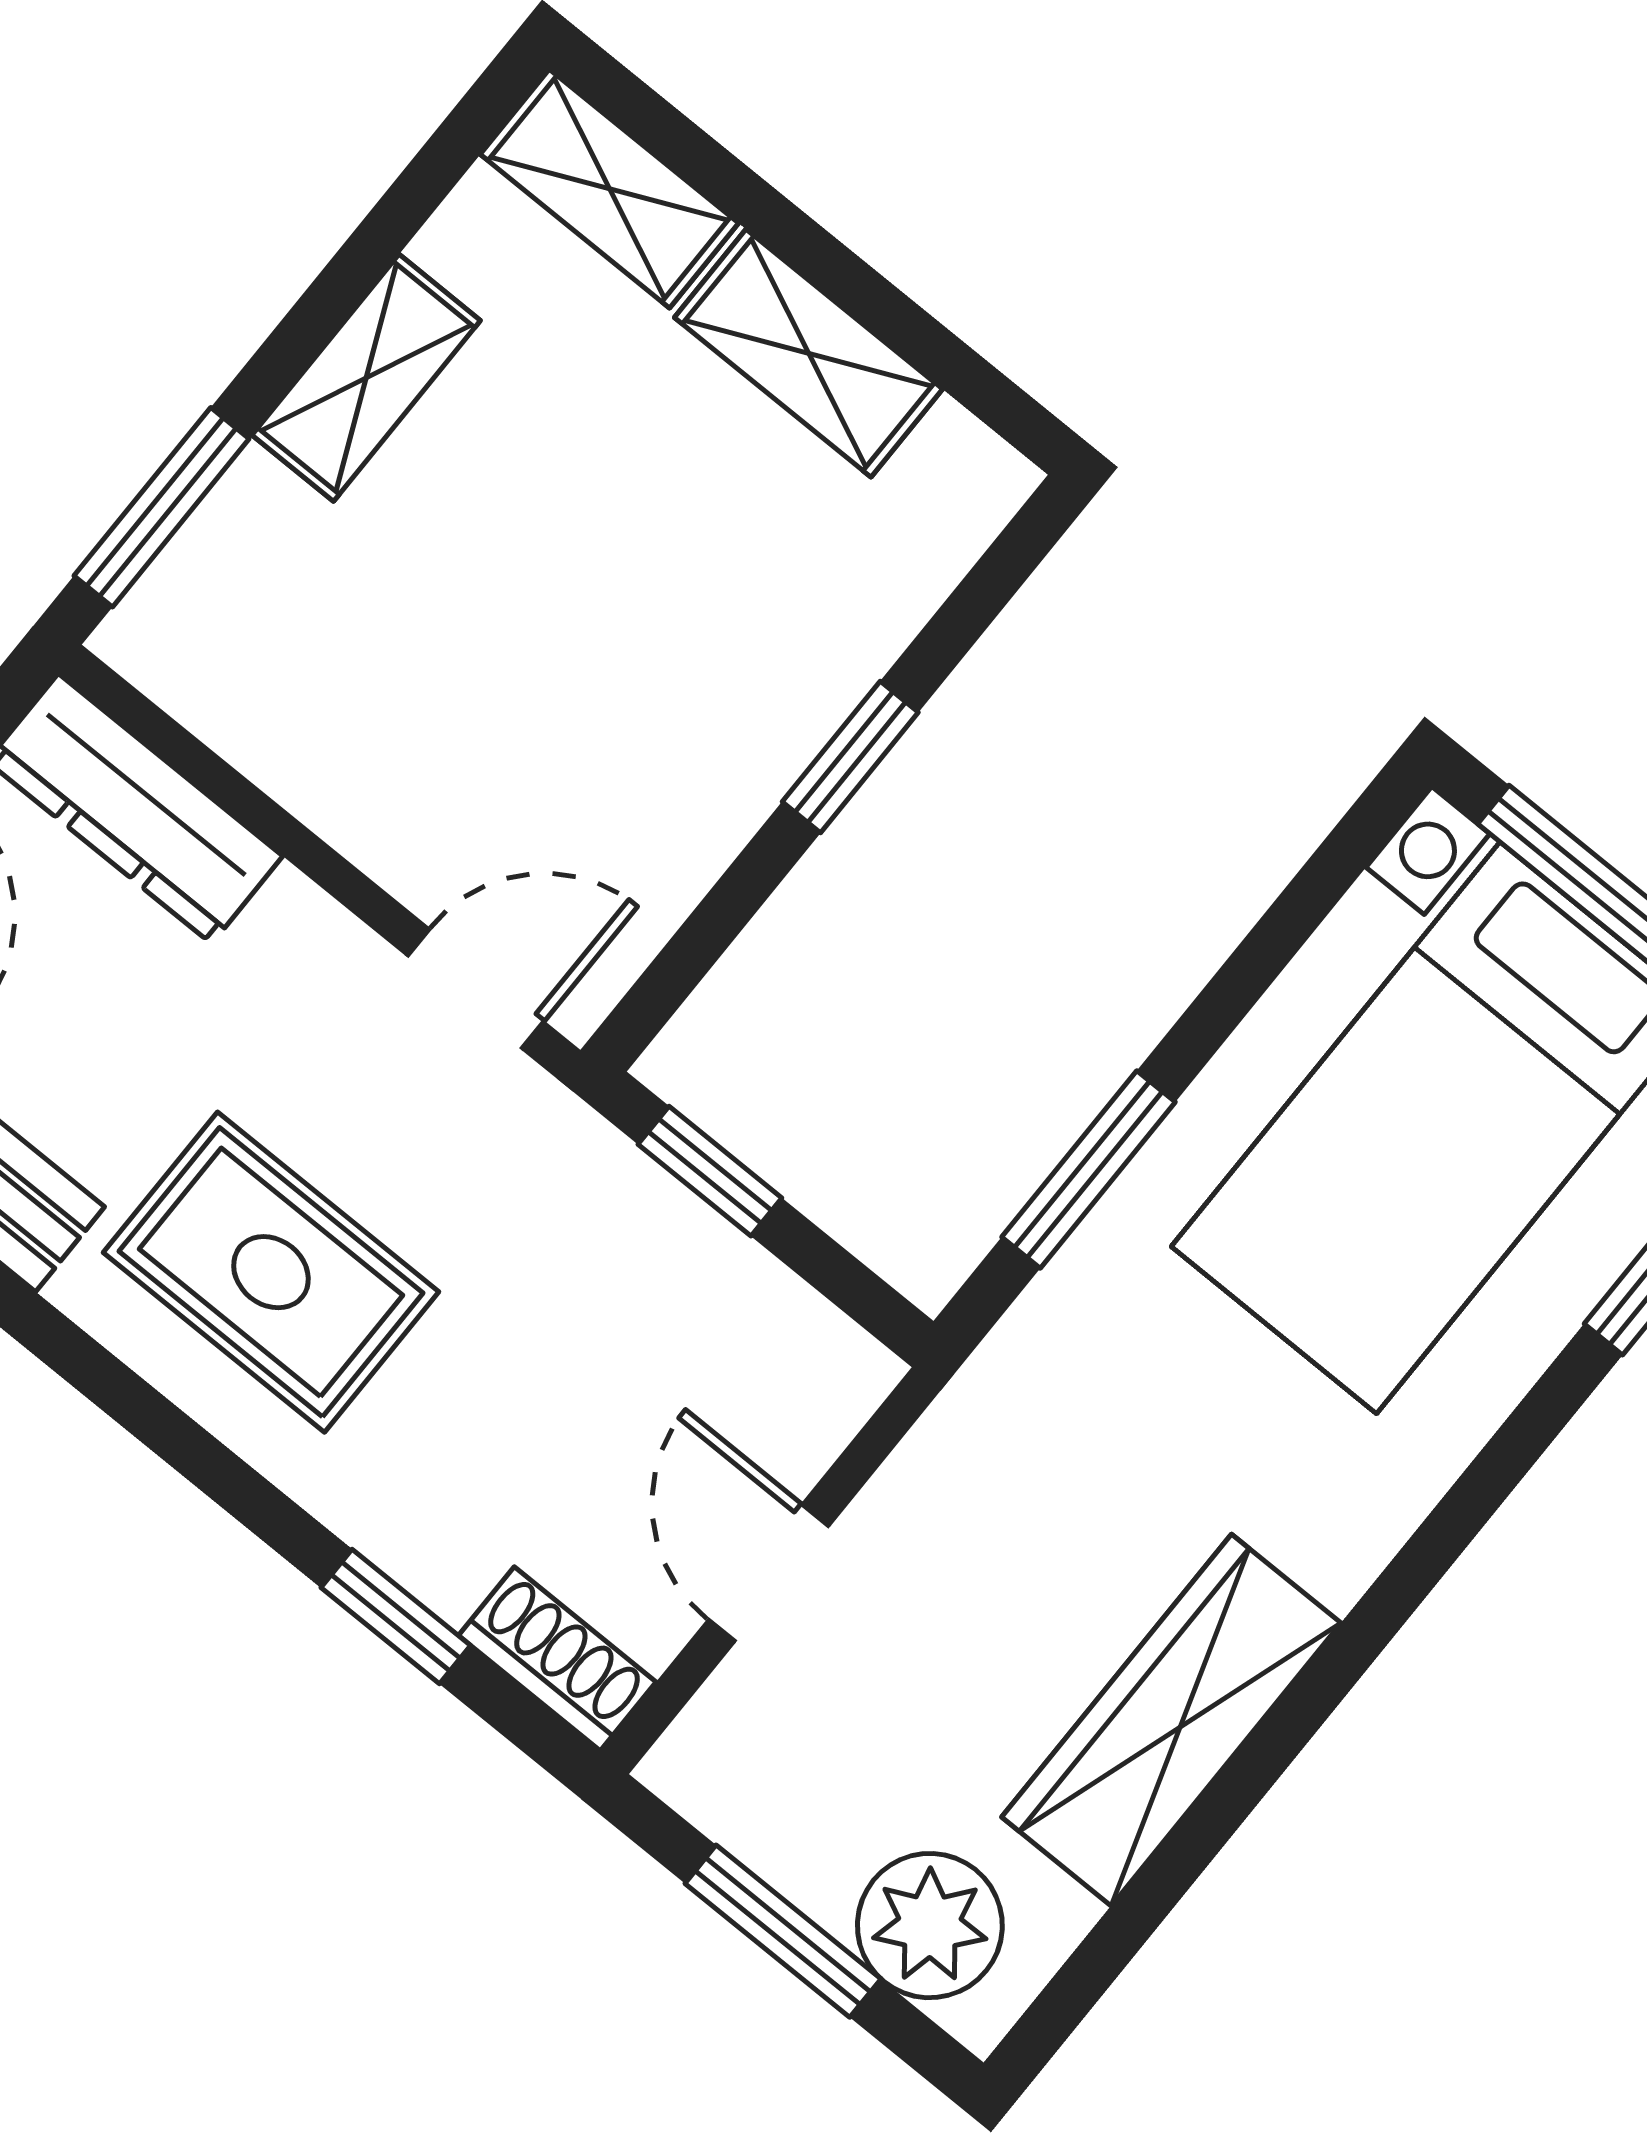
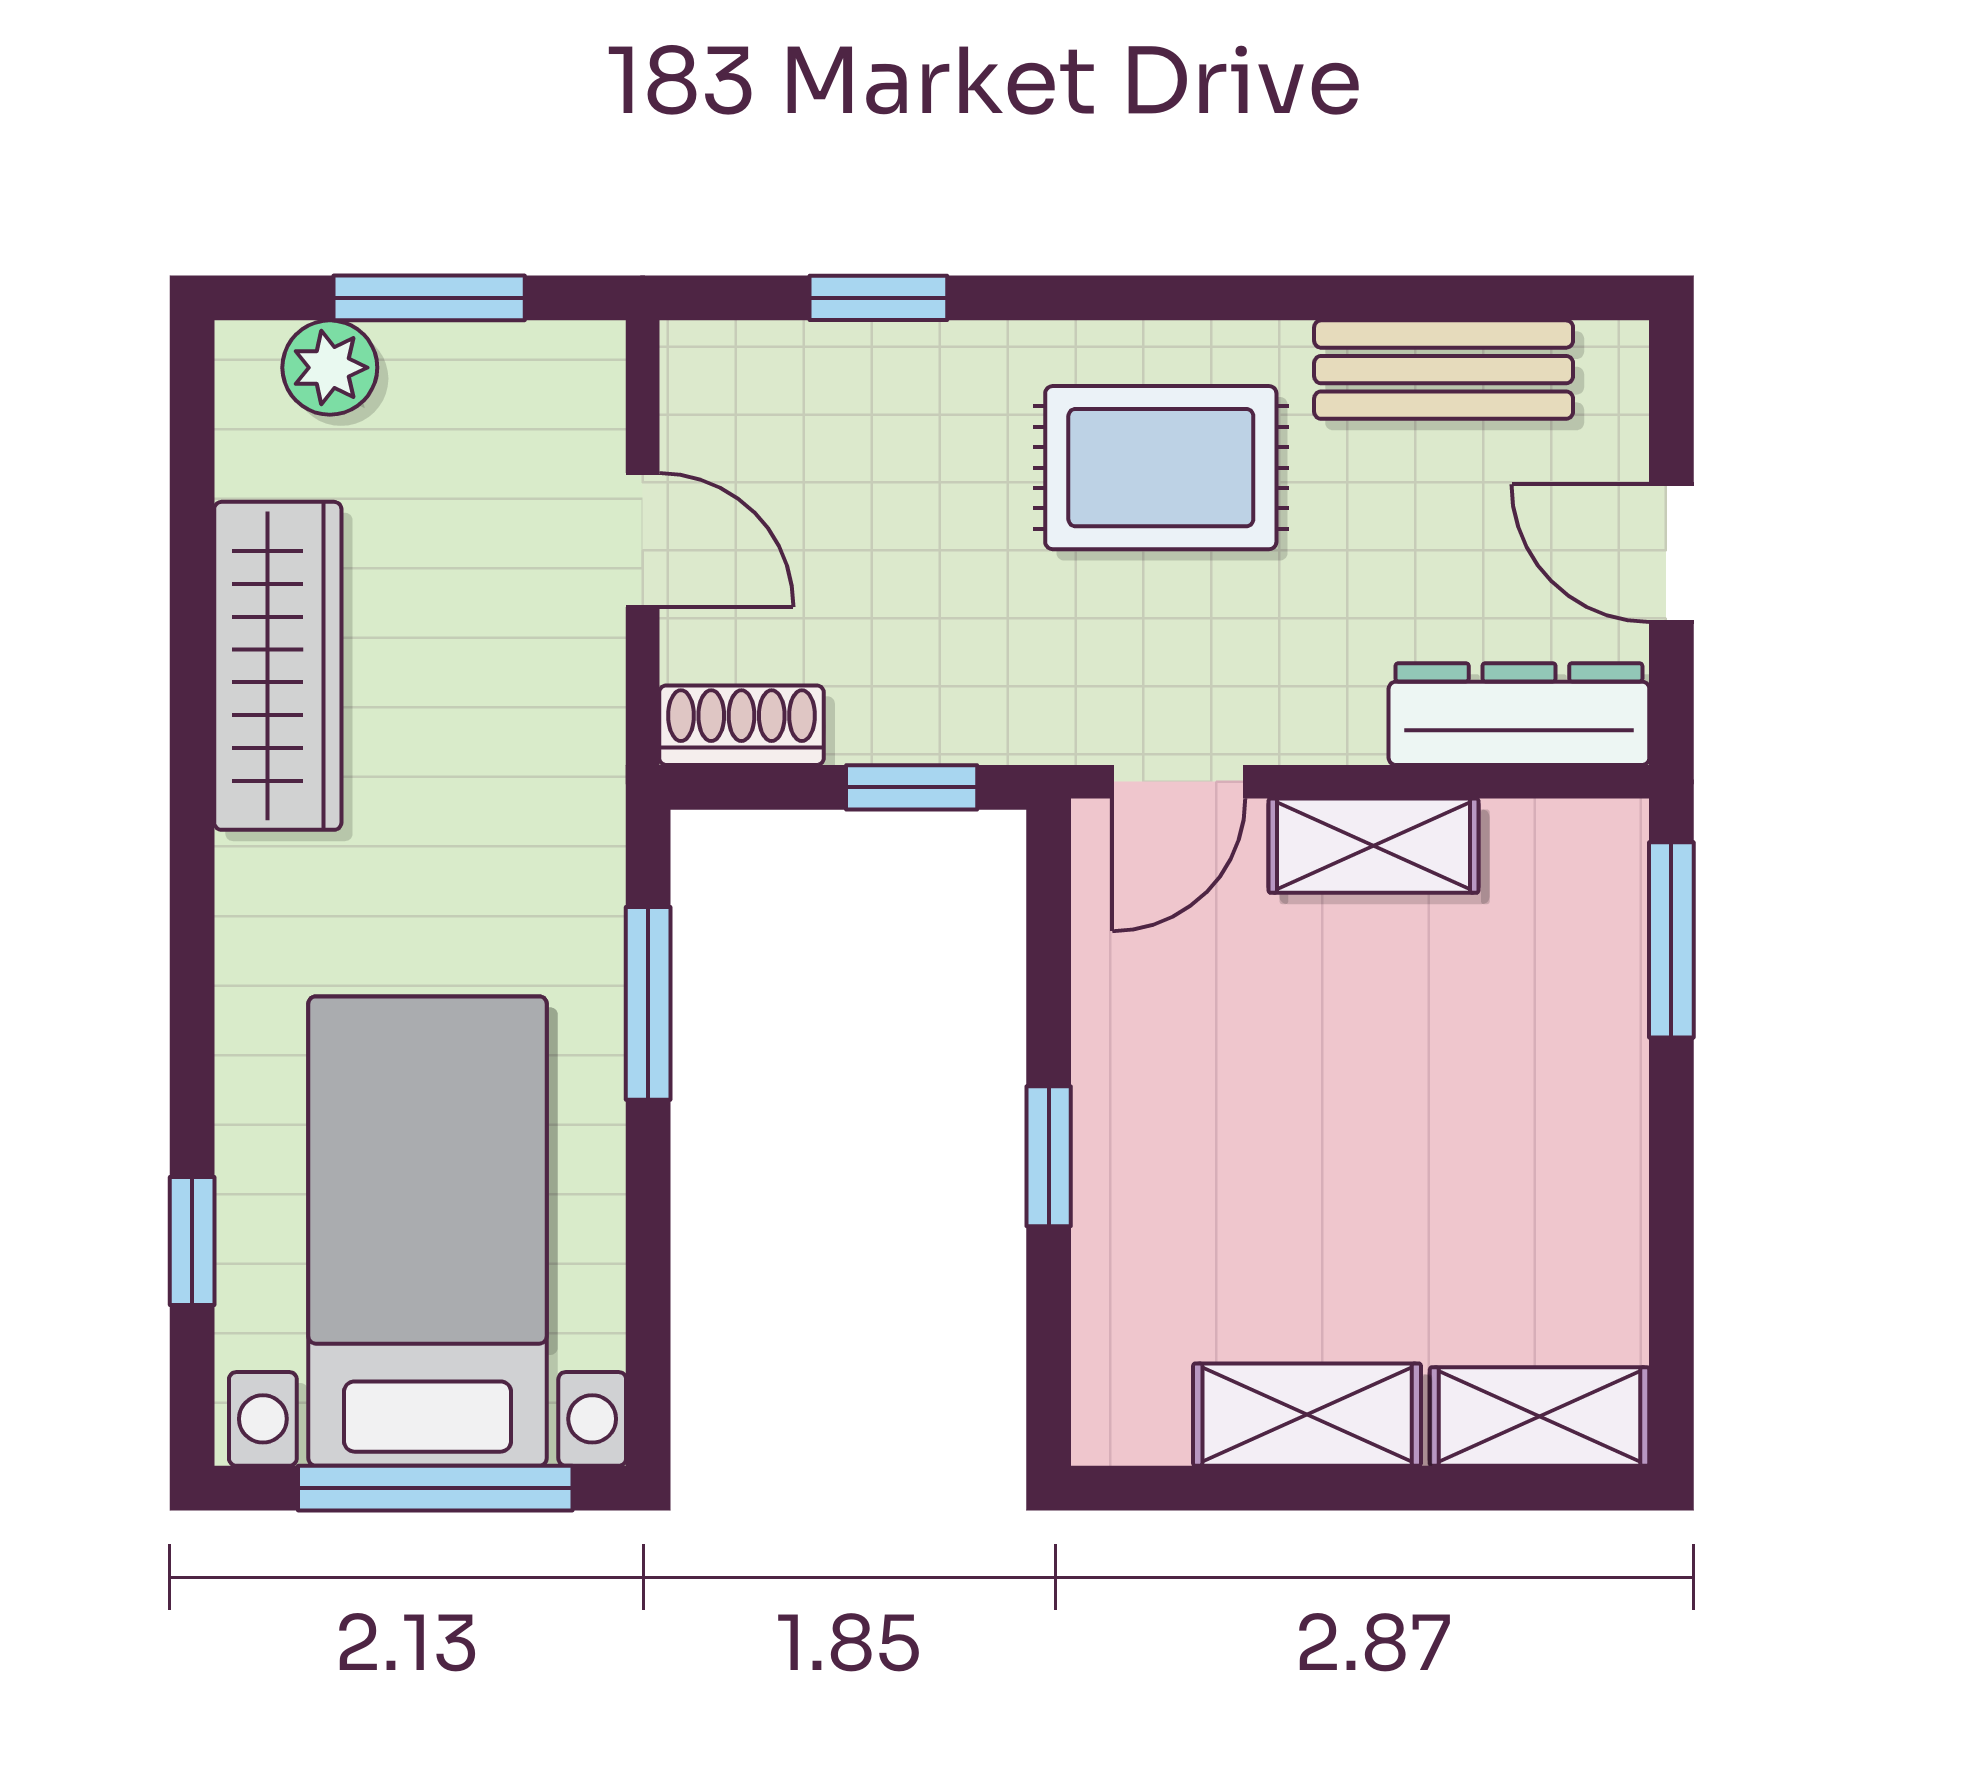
shelving: (366, 378) -> (1373, 846), moved, turned 90
shoe rack: (557, 1659) -> (741, 725), moved, turned 180
plant: (930, 1926) -> (330, 368), width x0.73, depth x0.73

